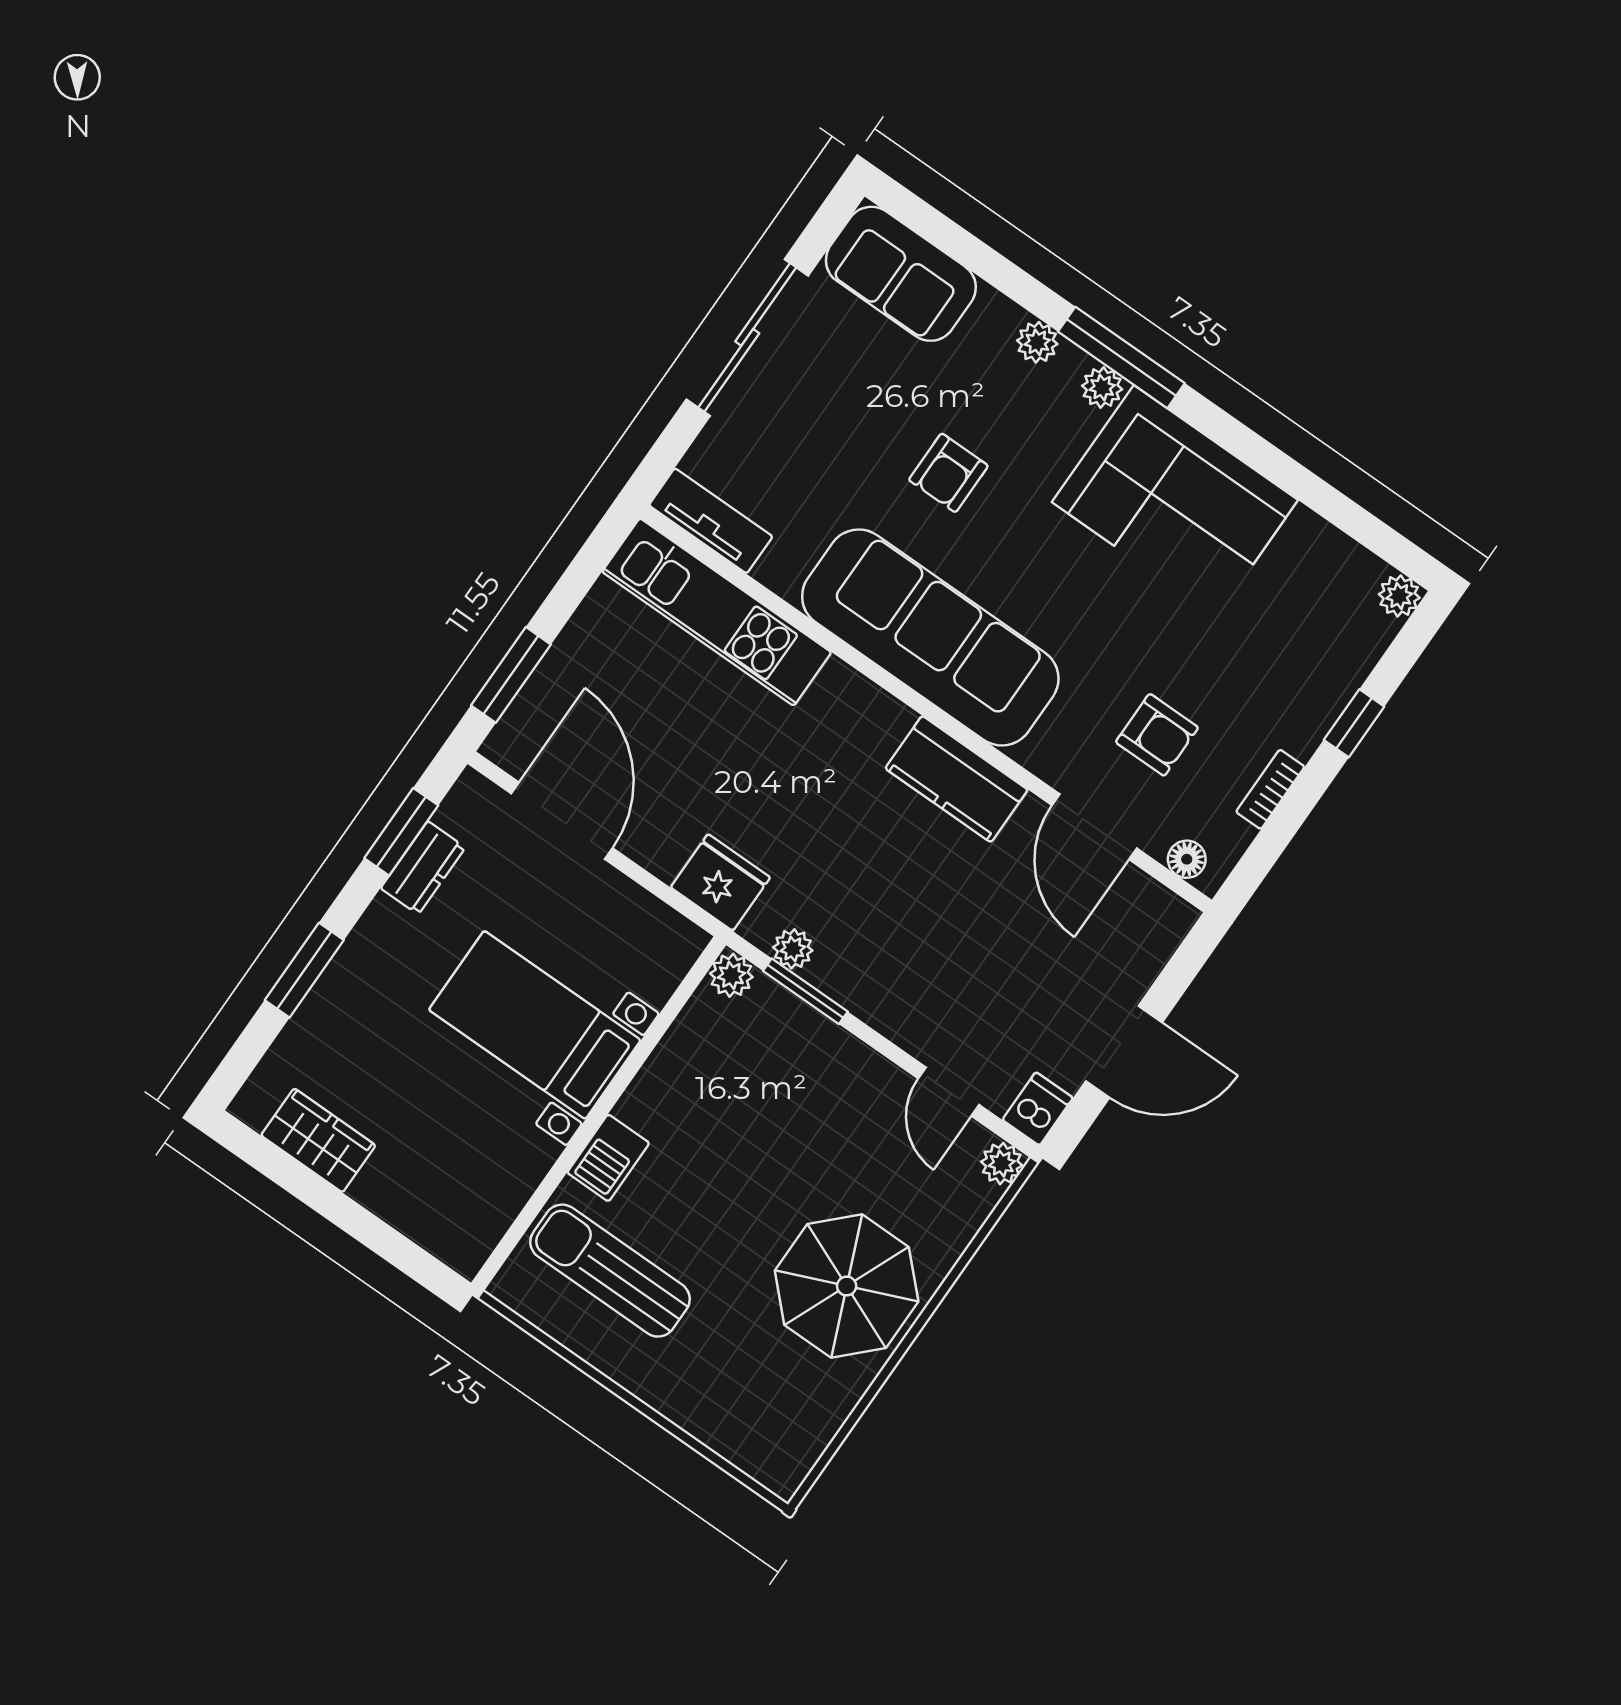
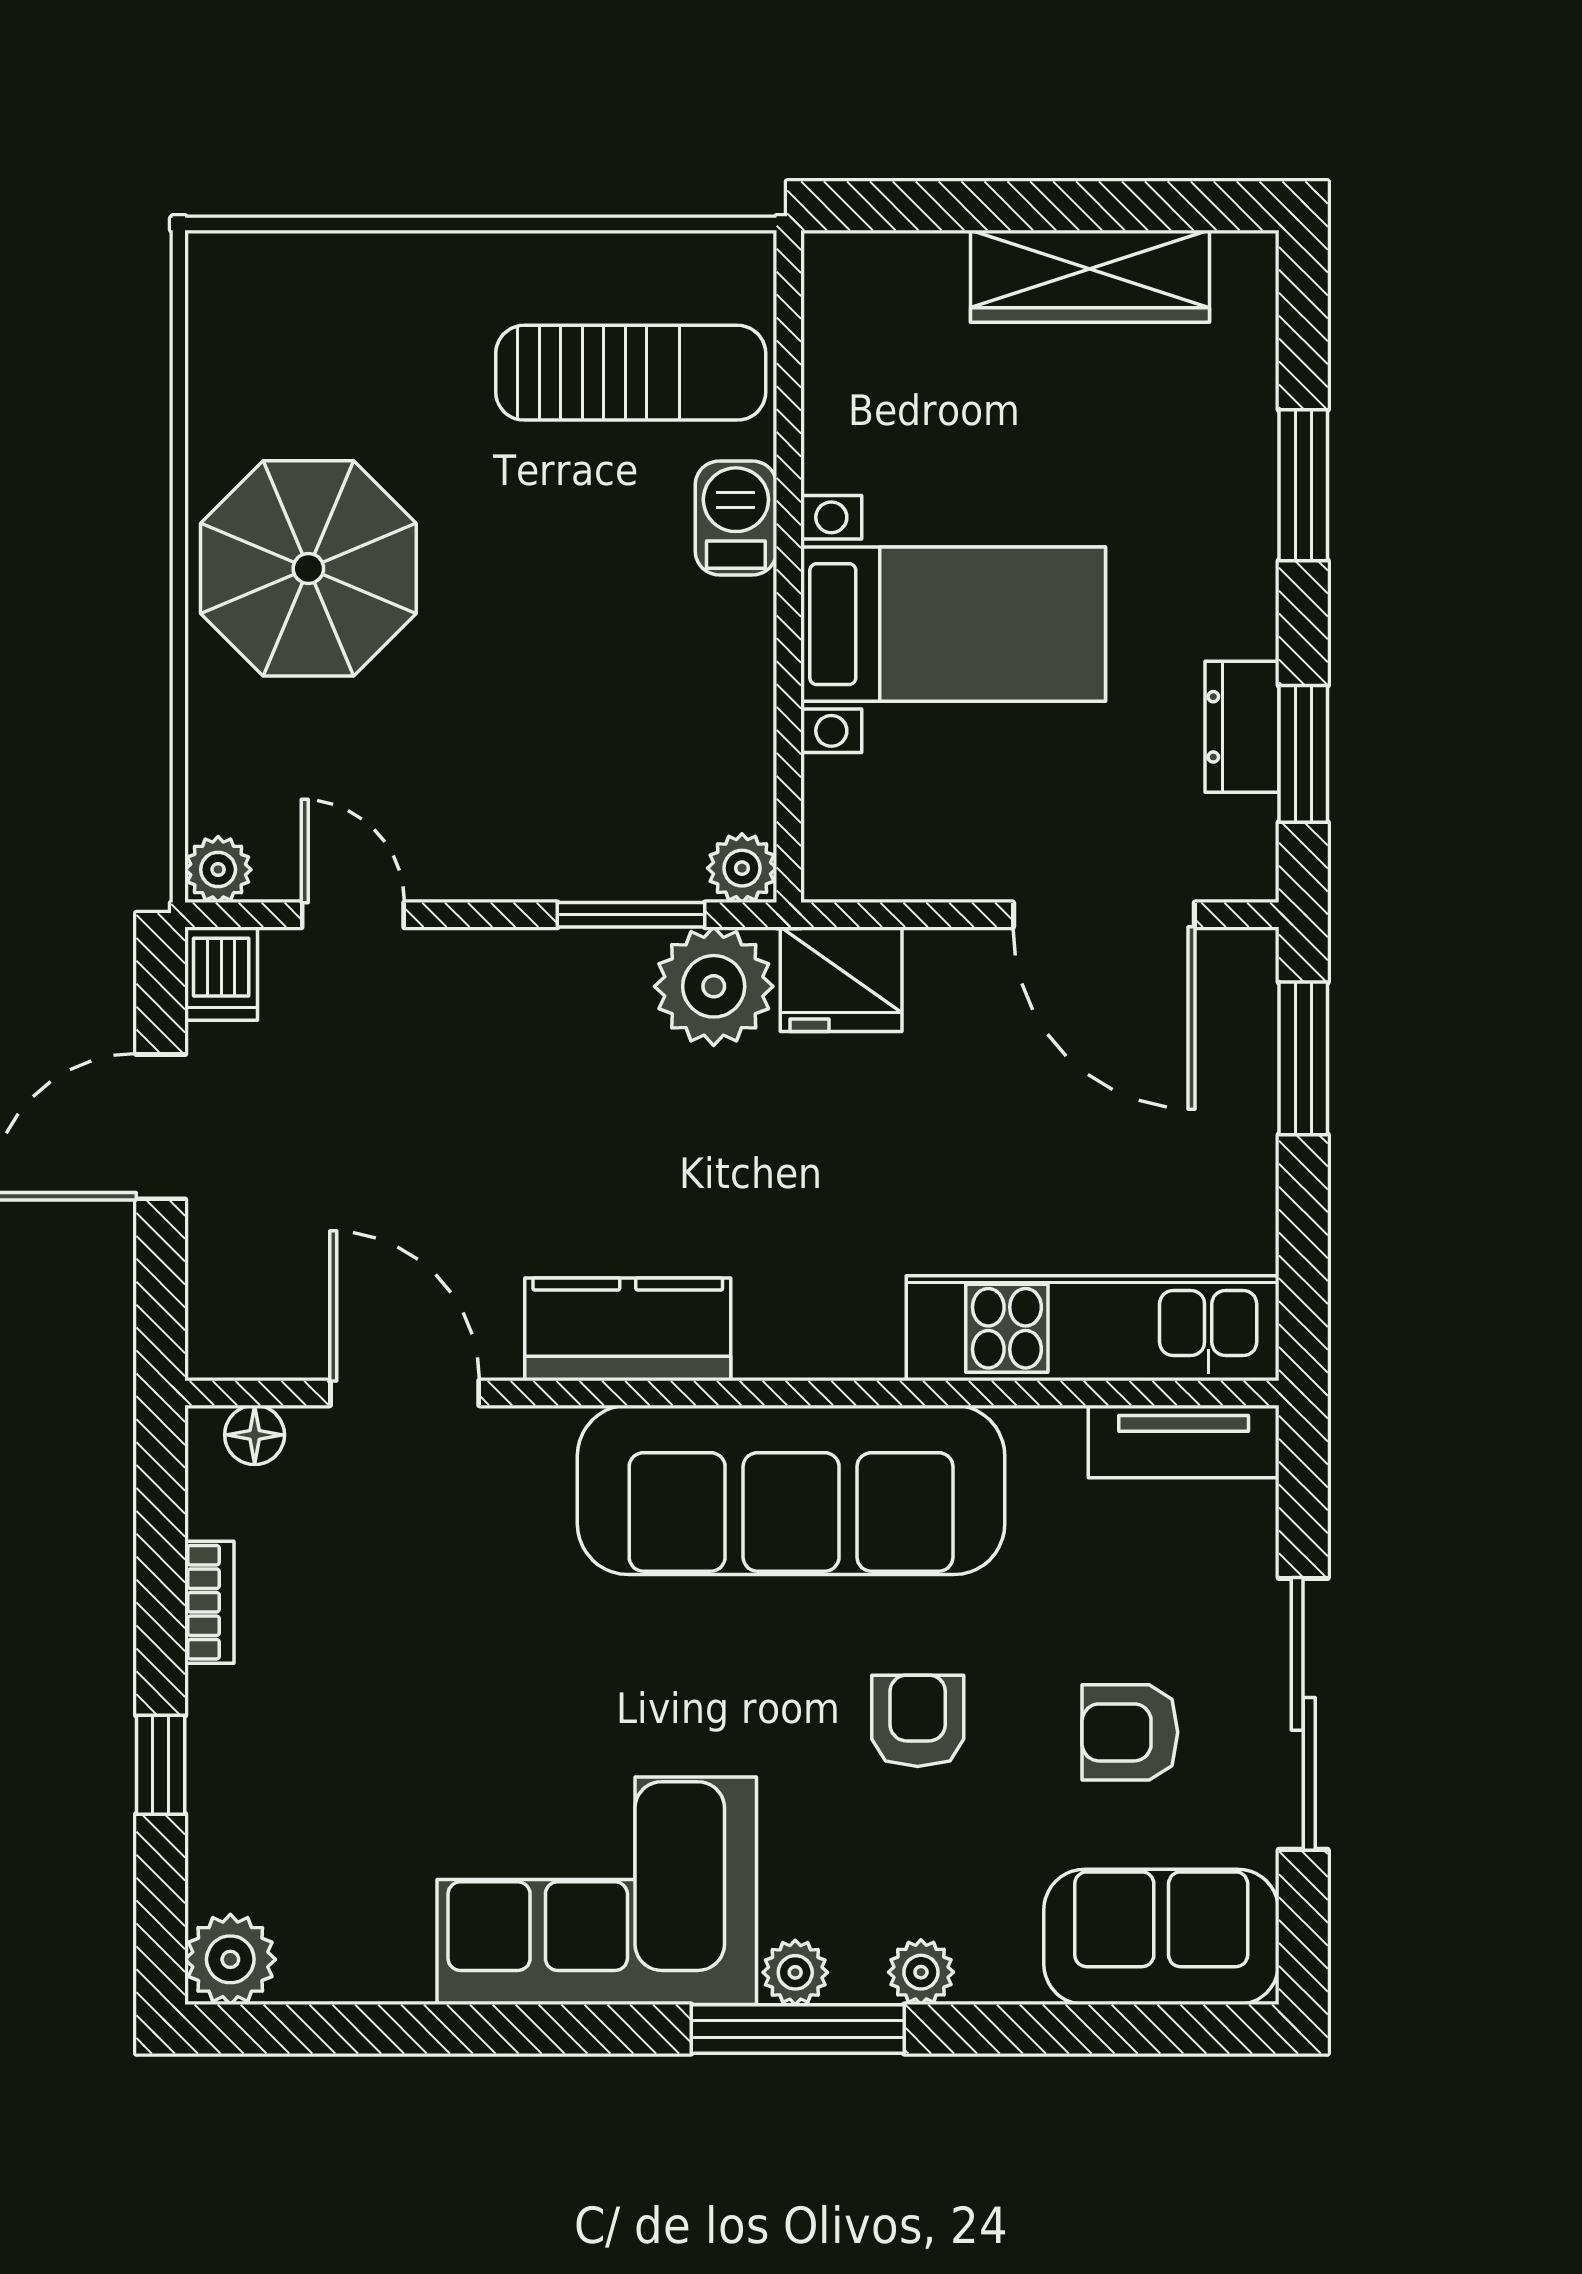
plant: (1399, 596) -> (230, 1959), width x1.38, depth x1.38
armchair: (1157, 735) -> (1130, 1732), moved
plant: (793, 949) -> (714, 986), width x1.88, depth x1.88
wardrobe: (318, 1140) -> (1090, 276), width x1.50

